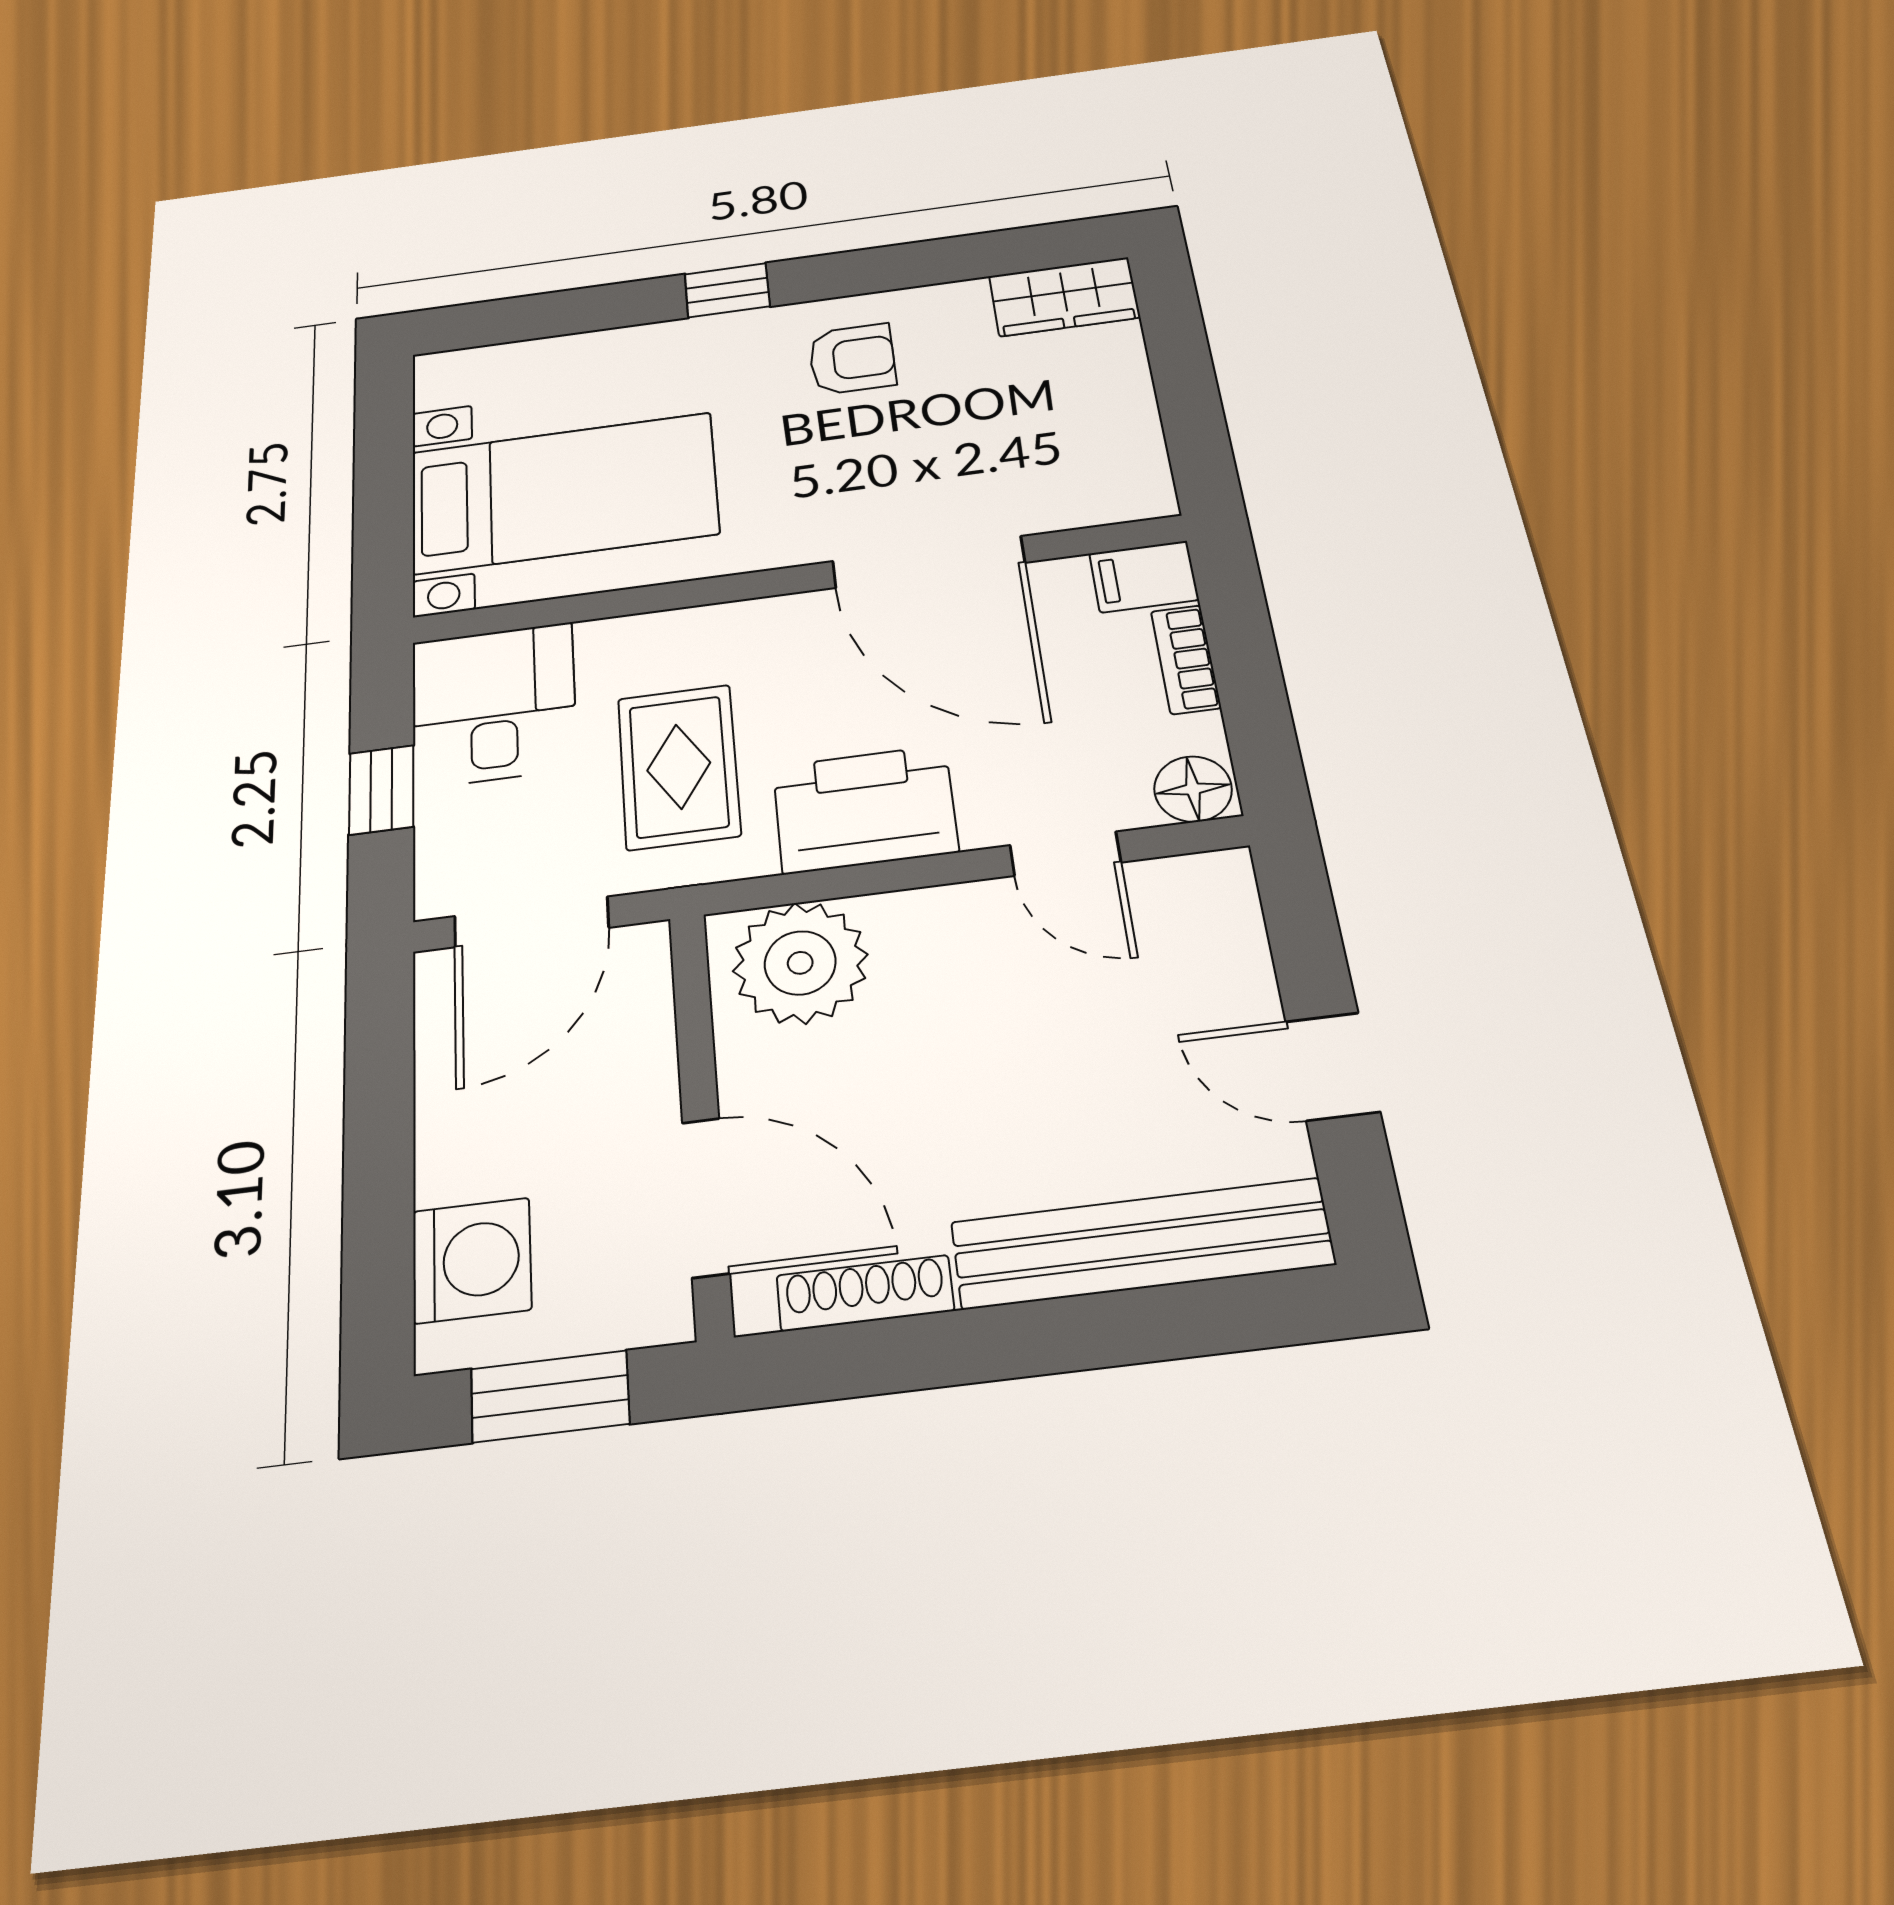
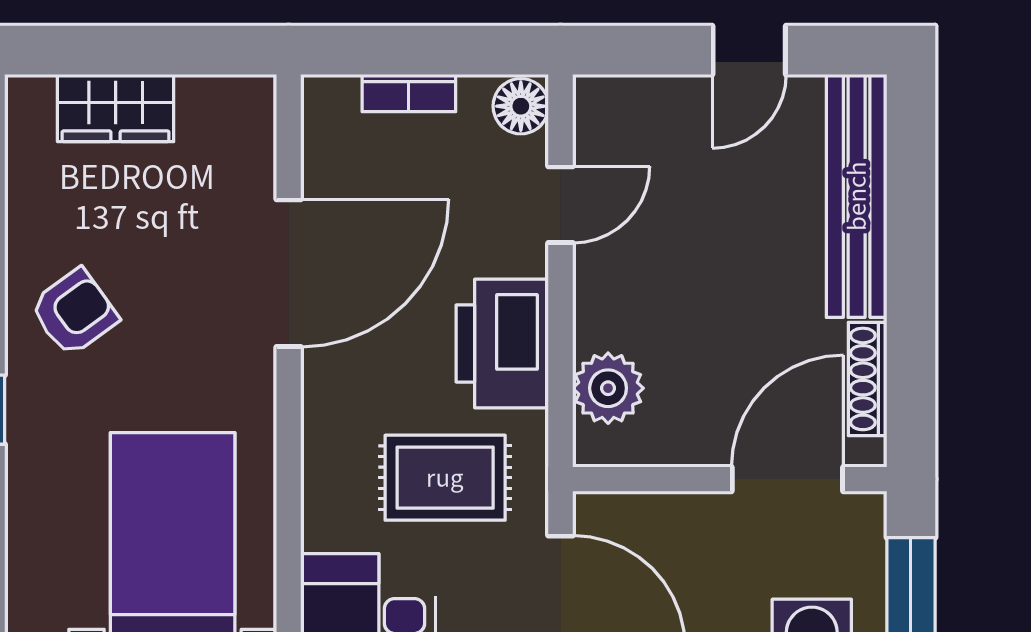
wardrobe: (1064, 297) -> (116, 108), moved, turned 90
armchair: (852, 359) -> (74, 312), turned 54
filing cabinet: (1144, 577) -> (329, 112), removed
plant: (800, 963) -> (608, 388), width x0.73, depth x0.73

